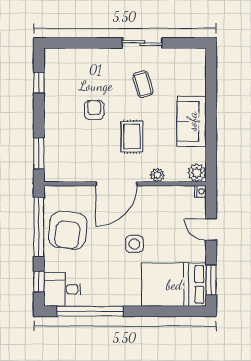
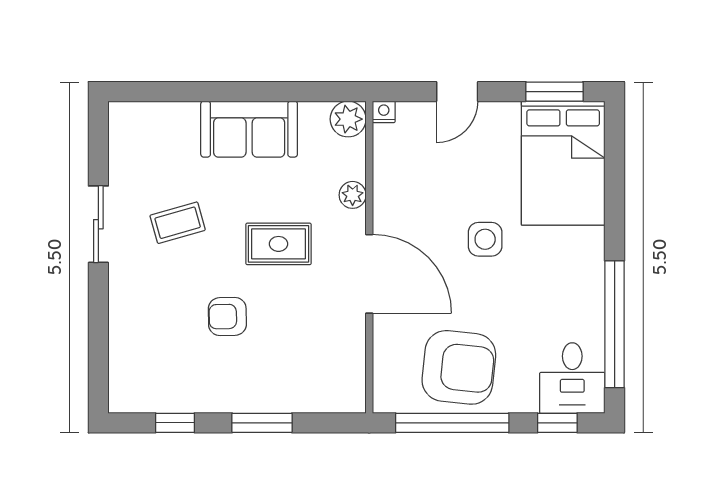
window: (39, 153) -> (262, 423), moved

